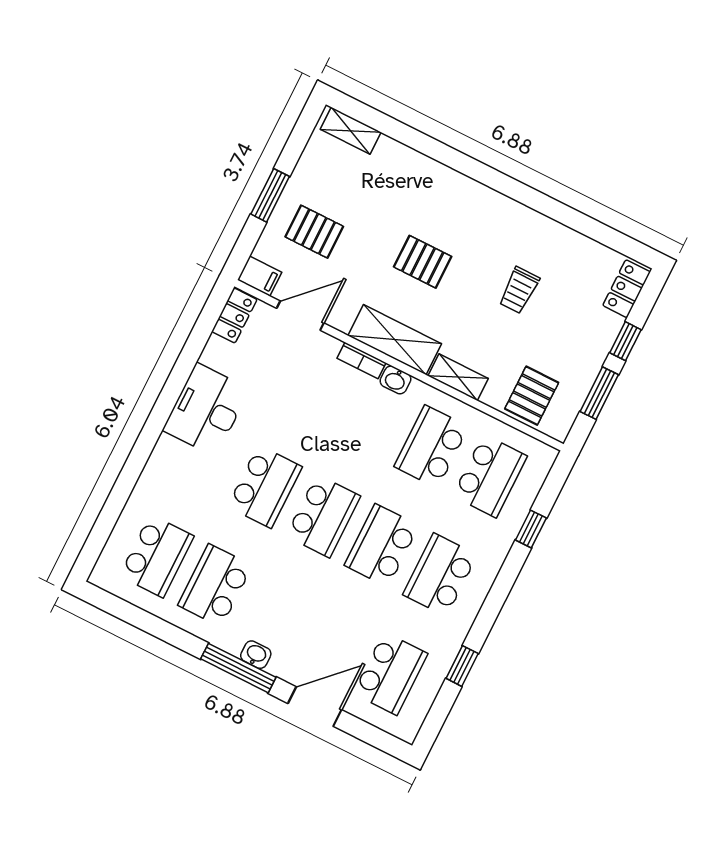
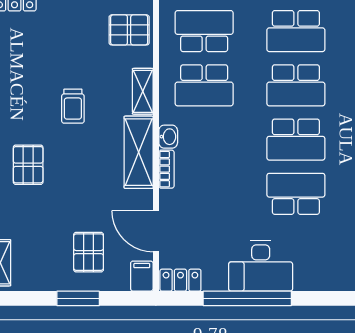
pallet: (423, 262) -> (28, 165), moved
trolley: (519, 290) -> (73, 106), moved, turned 90
window: (178, 378) -> (247, 298), added
school desk: (323, 516) -> (296, 140), turned 180

